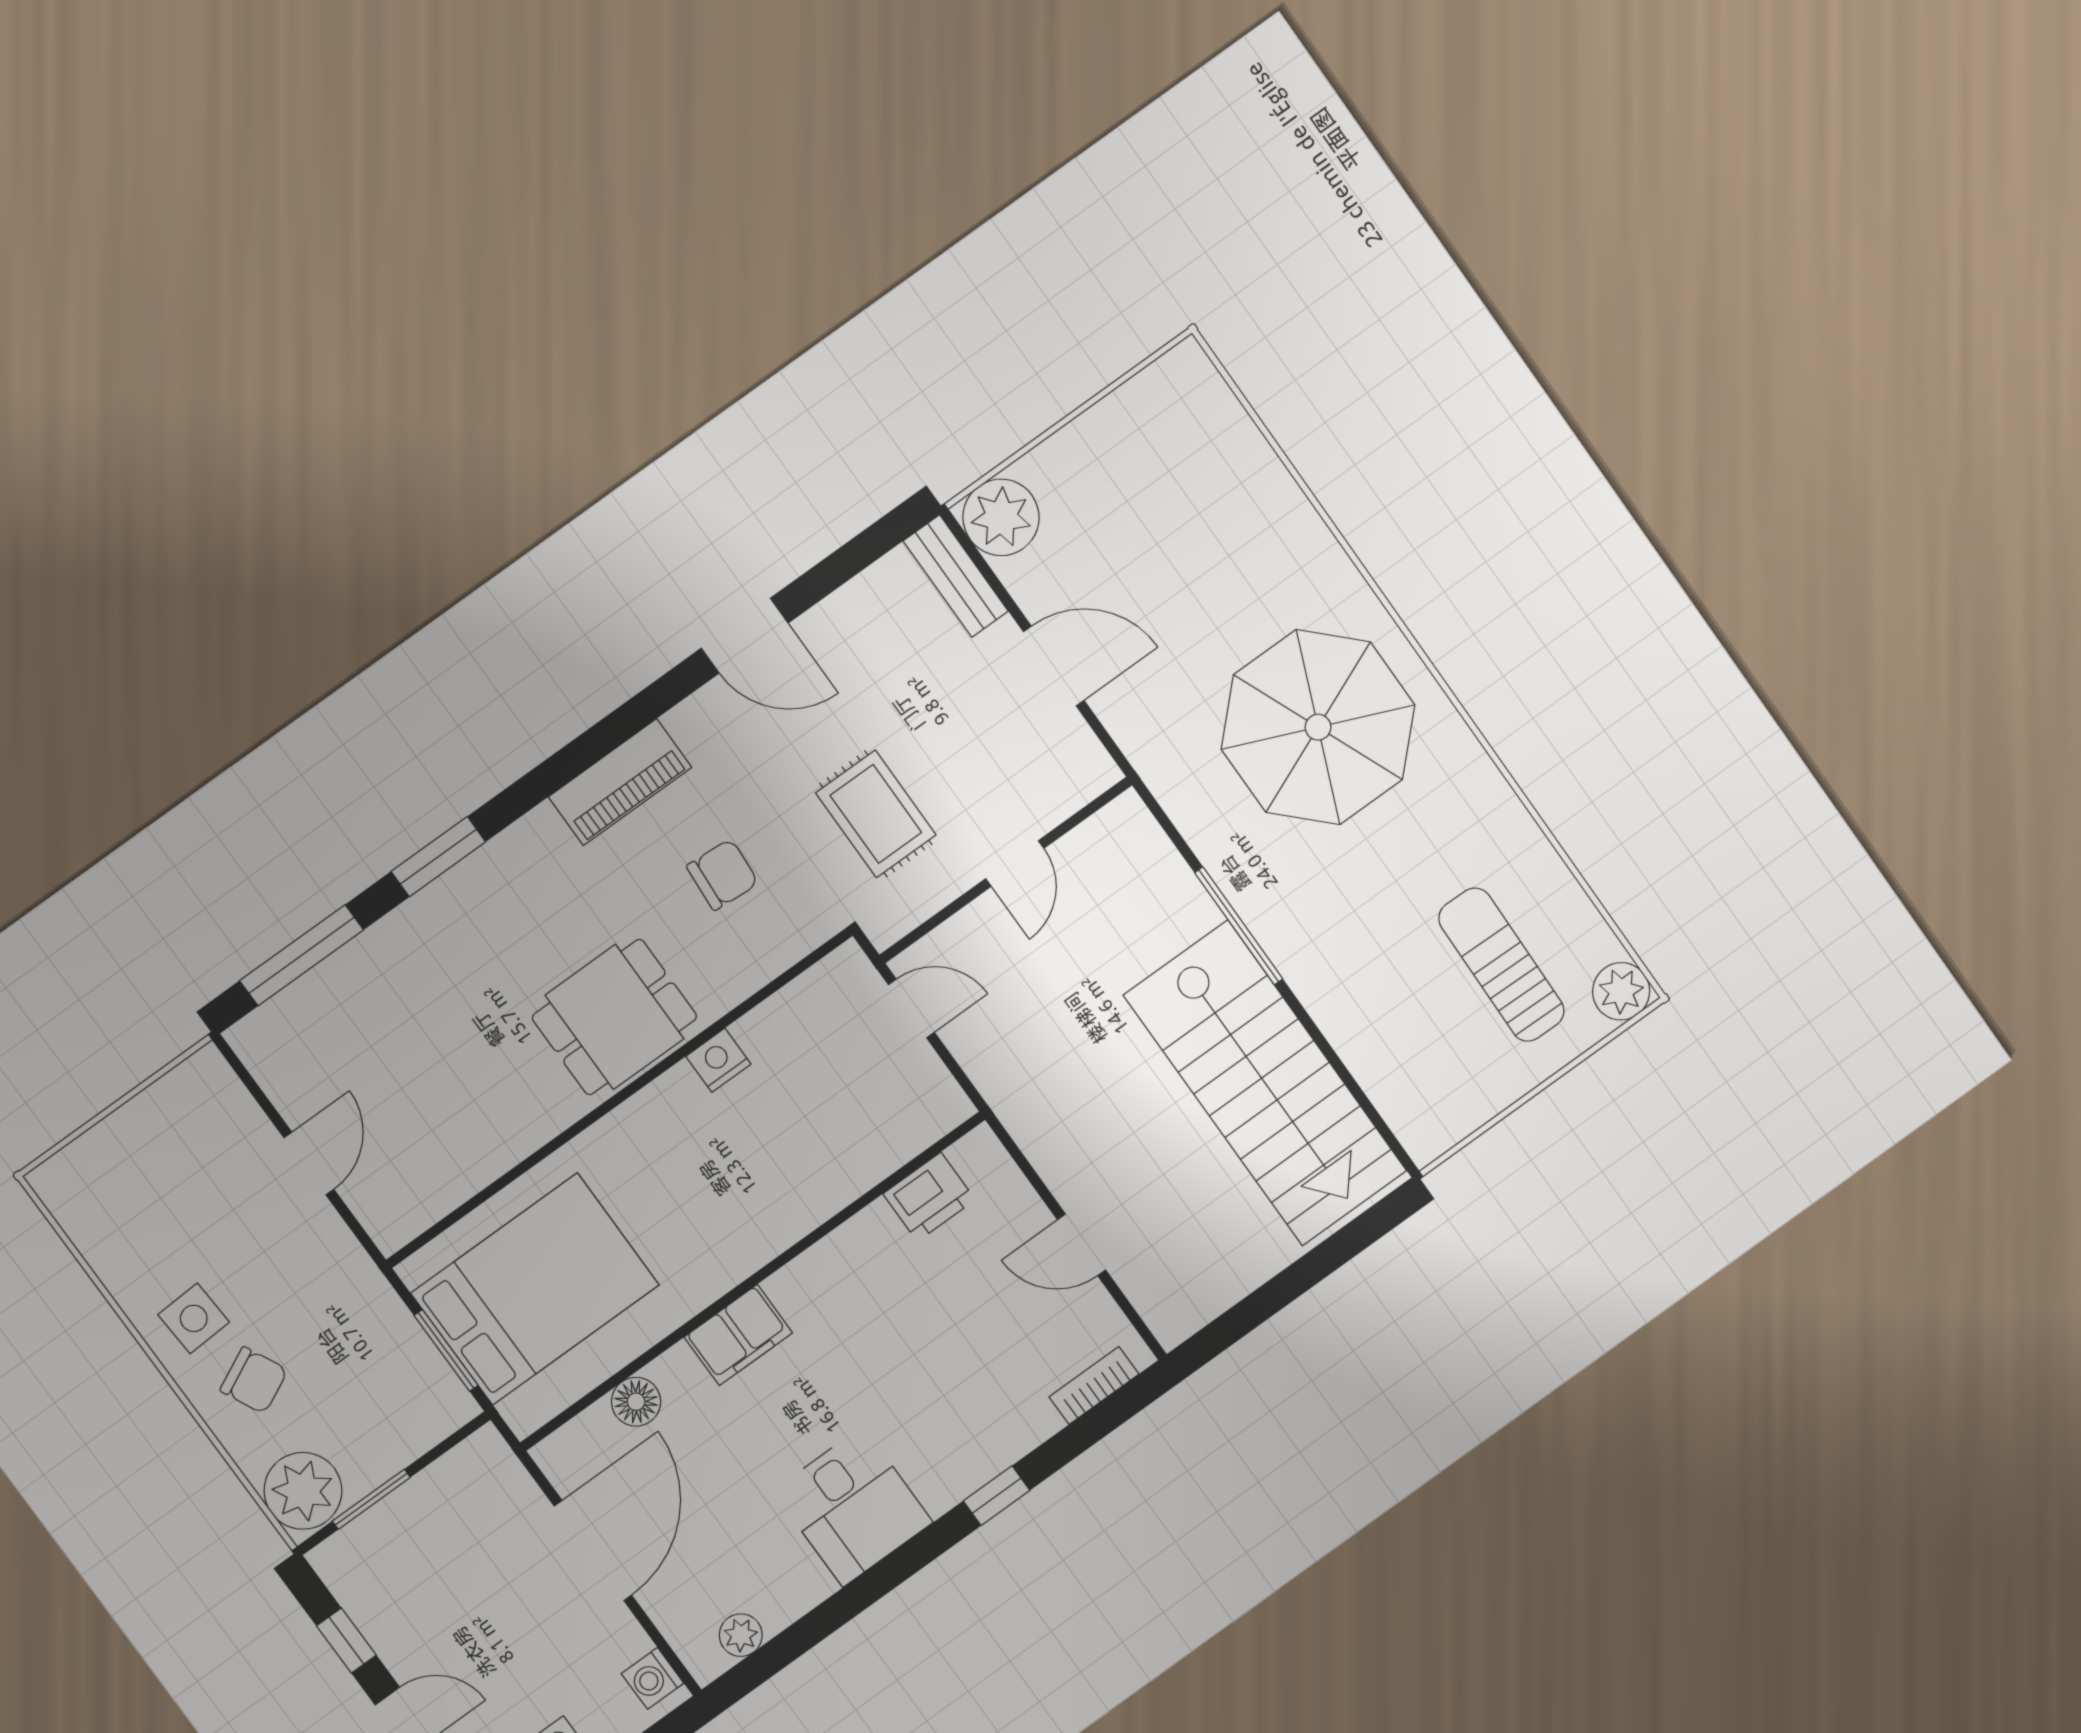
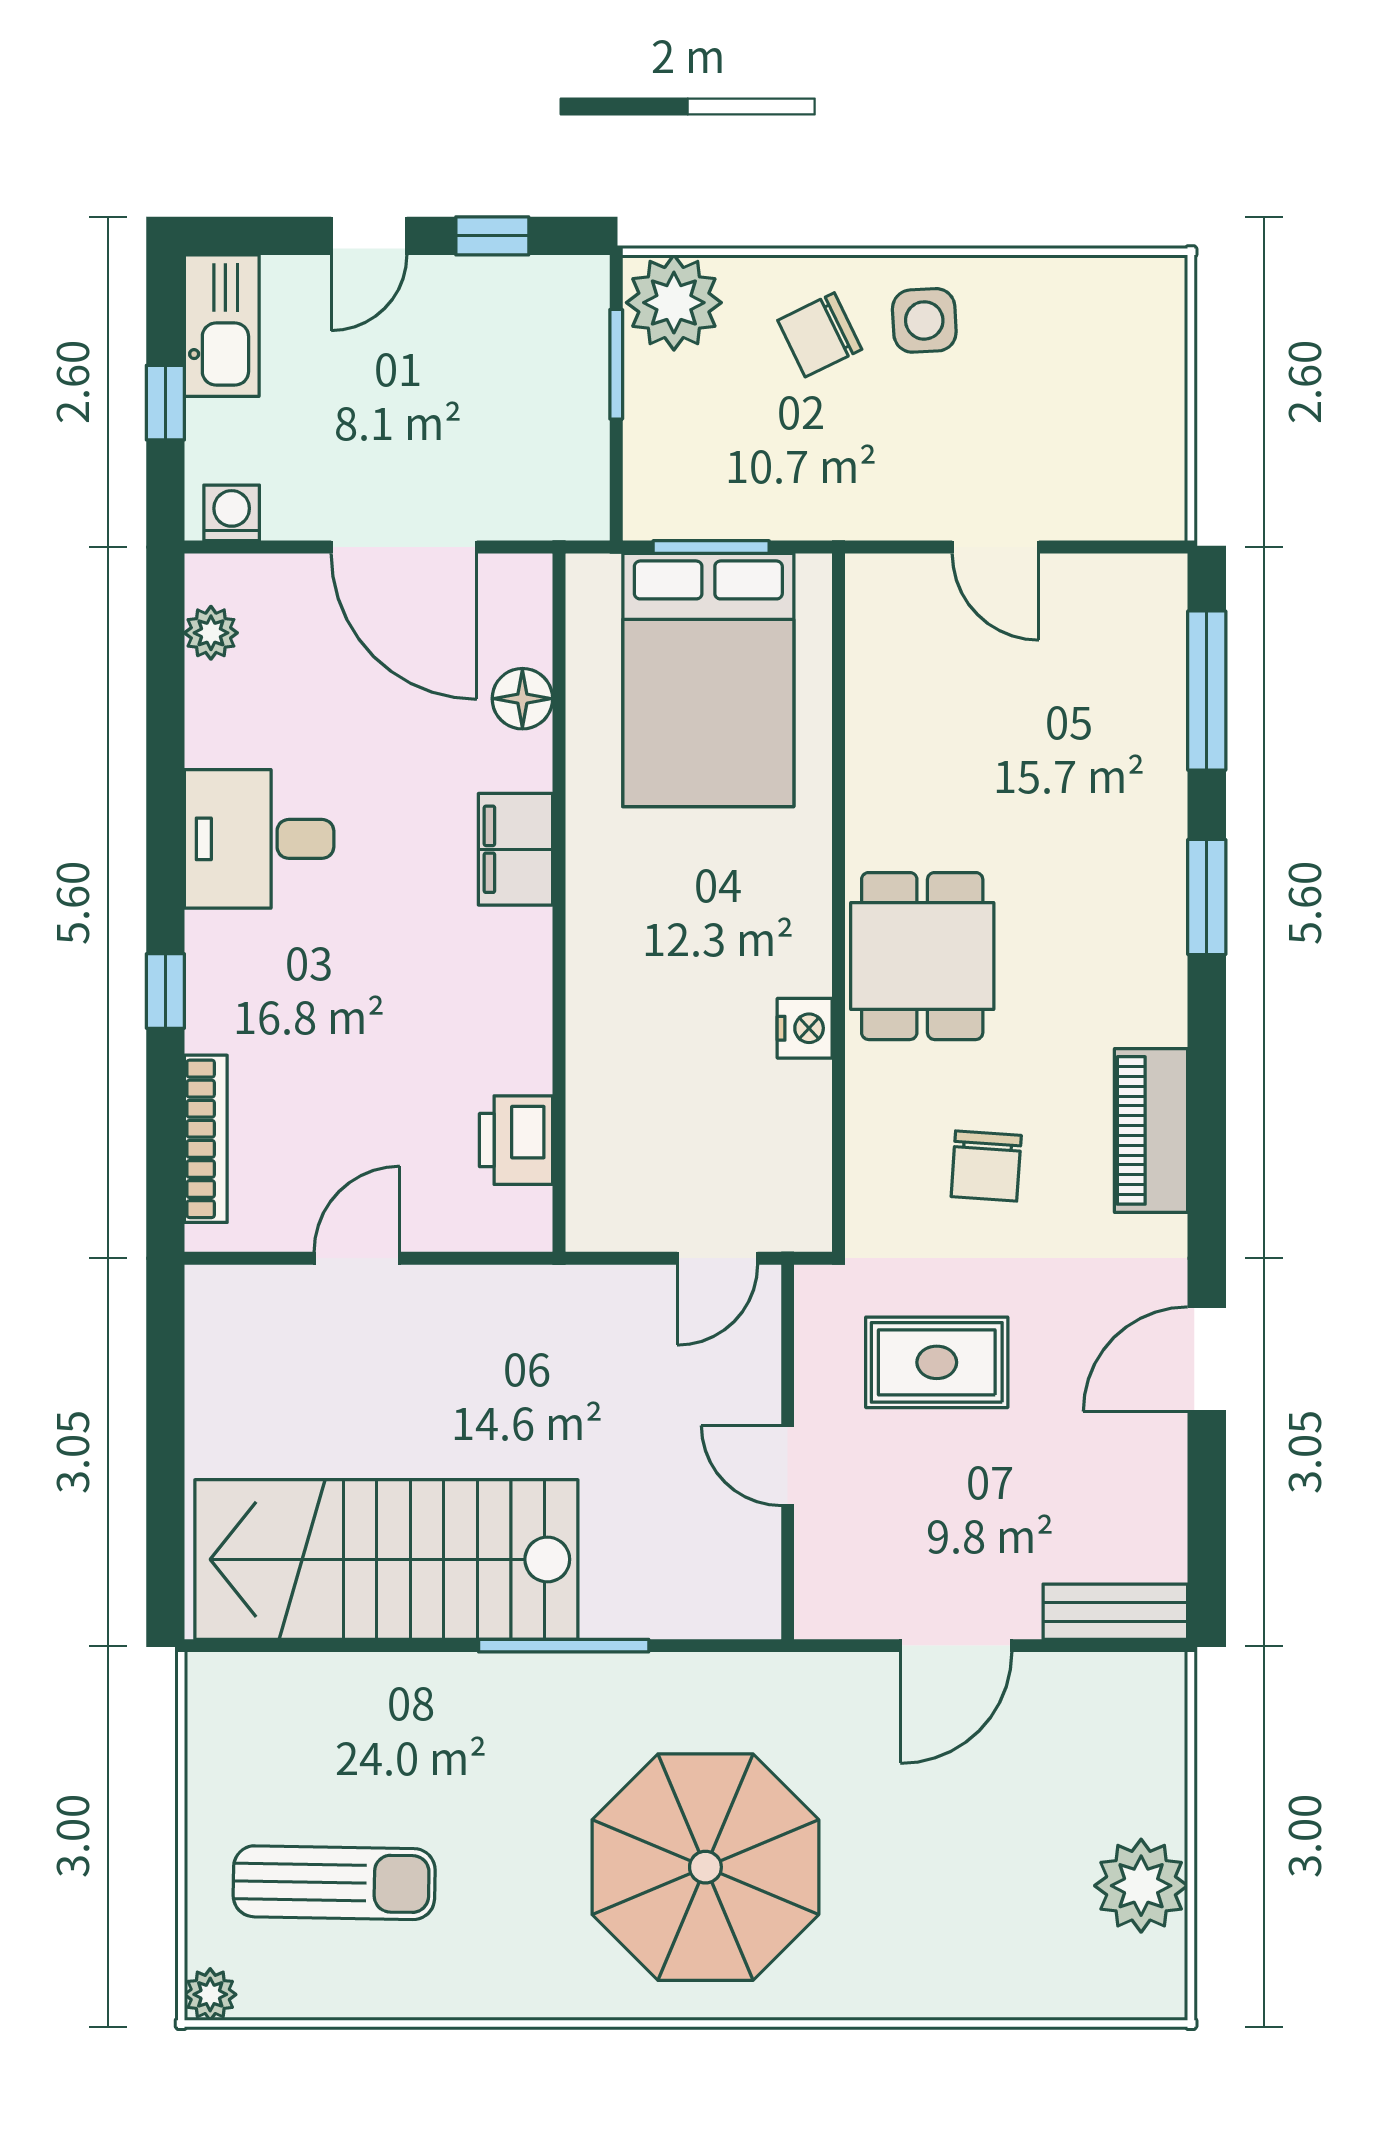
plant: (1001, 517) -> (1141, 1886), moved
plant: (1621, 991) -> (210, 1994), width x0.73, depth x0.73
bookcase: (1094, 1385) -> (206, 1139), width x1.56

